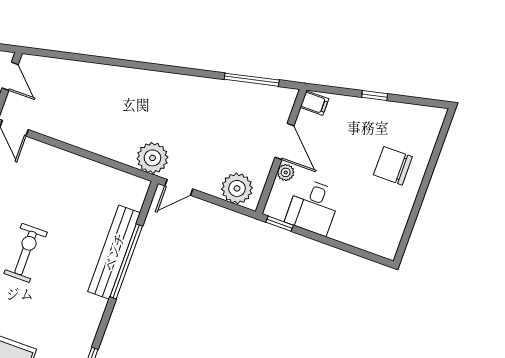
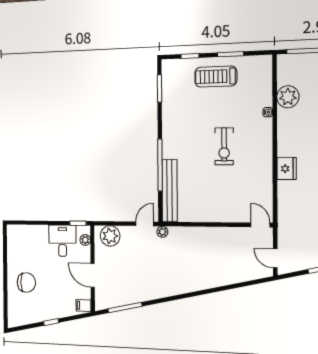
plant: (152, 158) -> (162, 232), width x0.53, depth x0.53
plant: (286, 172) -> (85, 240), moved
bench: (114, 252) -> (170, 191), moved

